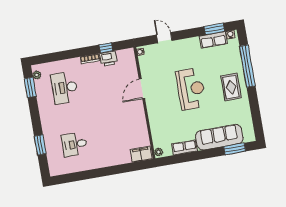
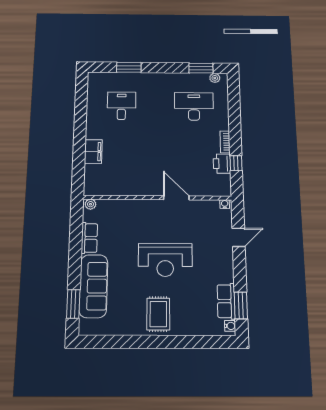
window: (247, 66) -> (183, 342), removed
rug: (231, 87) -> (158, 314), turned 90
filing cabinet: (141, 154) -> (93, 151), moved

